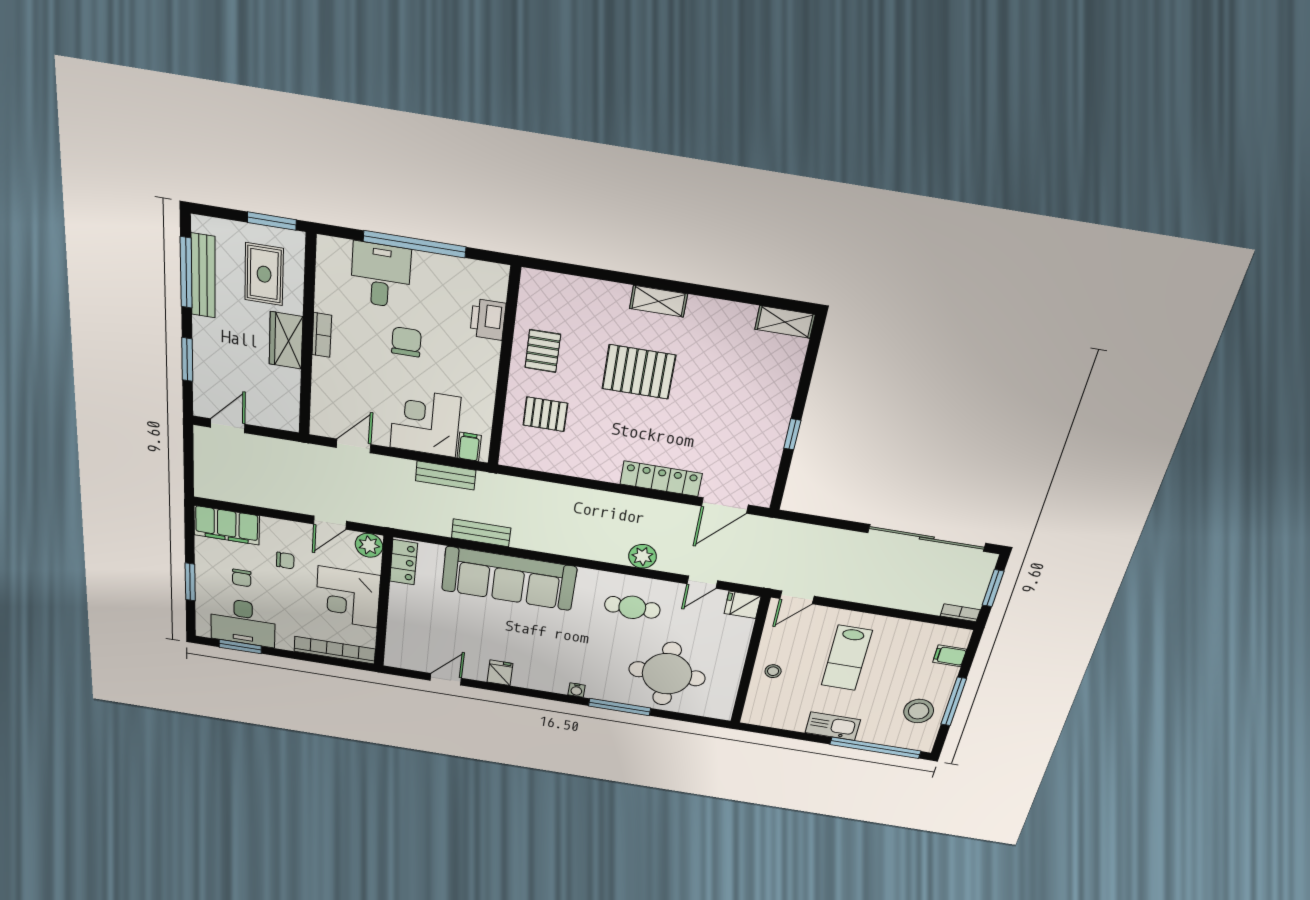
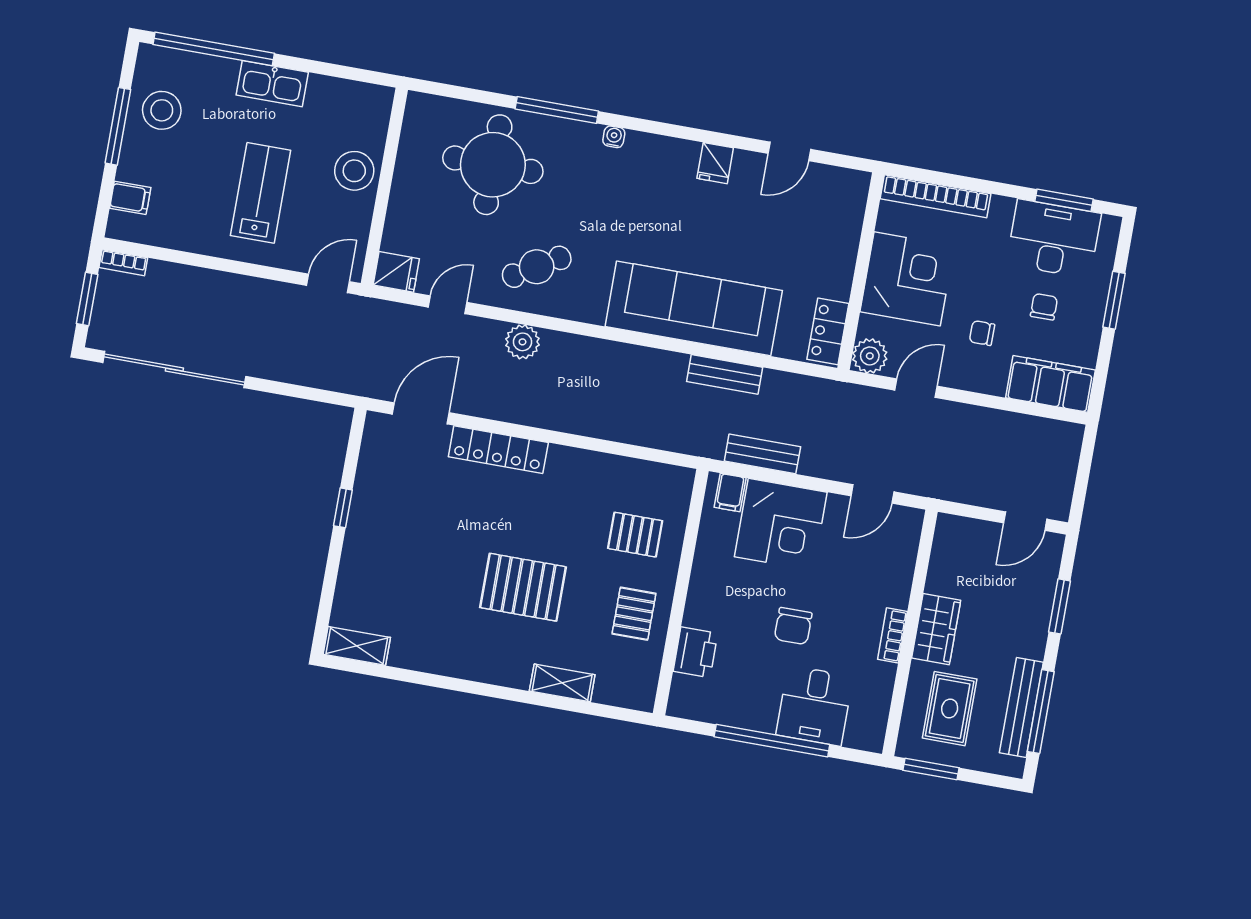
shelving: (659, 301) -> (562, 683), moved
cafe table: (632, 607) -> (537, 267), turned -31
stool: (773, 671) -> (354, 171), width x1.89, depth x1.89

